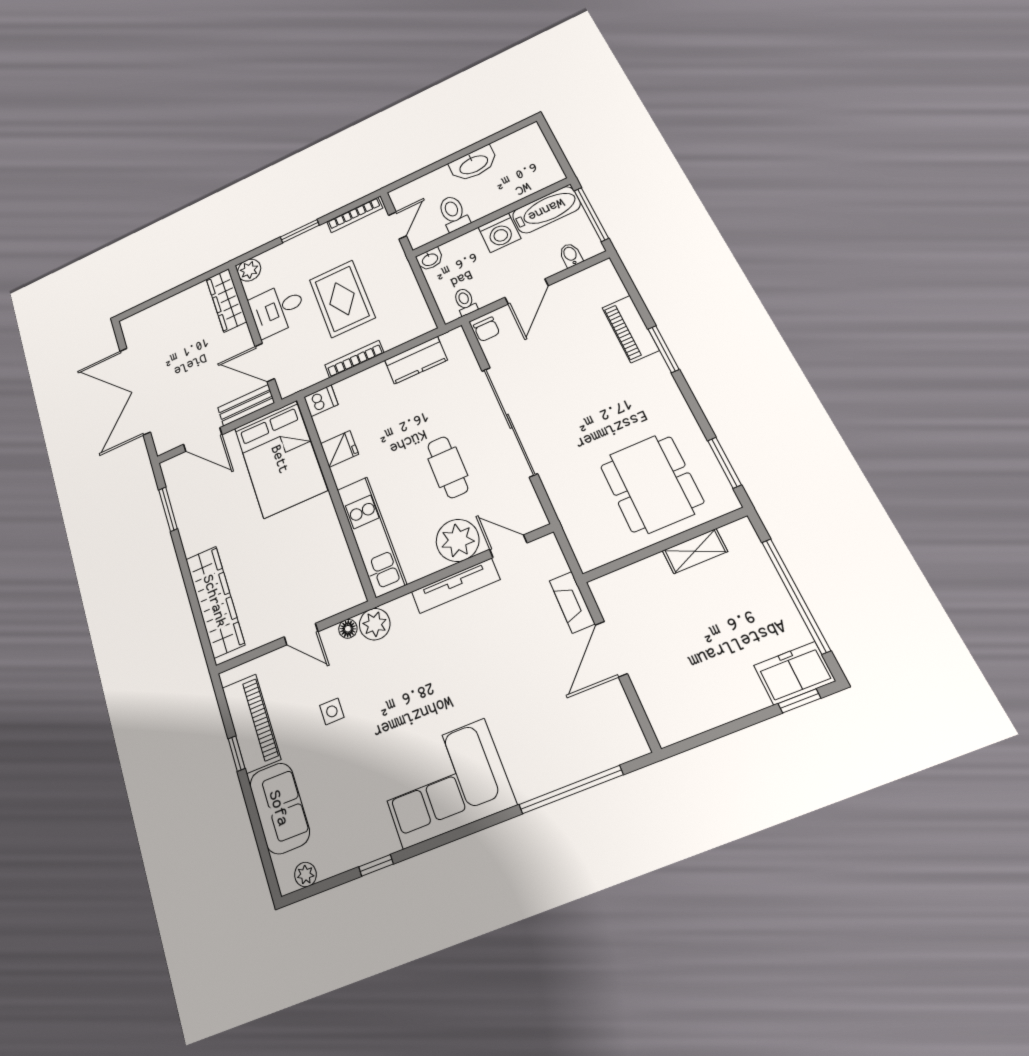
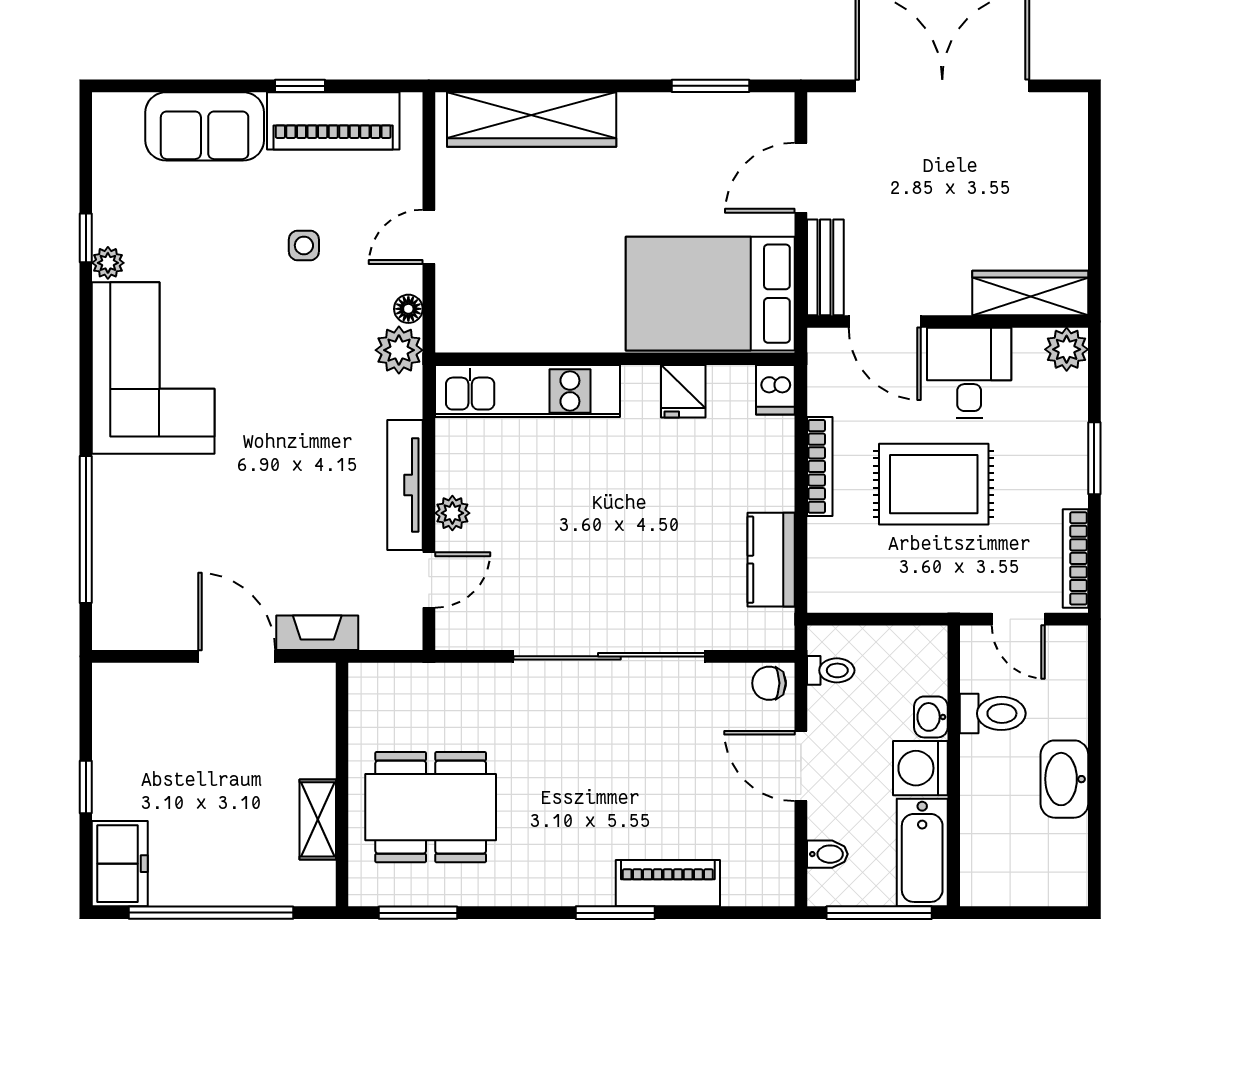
washbasin: (430, 259) -> (931, 717), moved
door: (265, 363) -> (885, 322), swing flipped
cafe table: (448, 467) -> (581, 541), removed
plant: (458, 540) -> (452, 513), width x0.53, depth x0.53
window: (799, 701) -> (86, 787), moved
plant: (305, 875) -> (108, 263), moved

